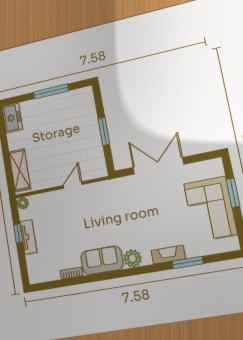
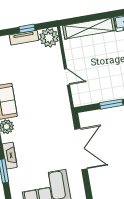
shelving: (20, 170) -> (89, 28), width x1.47
plant: (23, 203) -> (49, 38), width x1.87, depth x1.87

